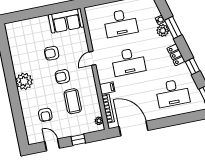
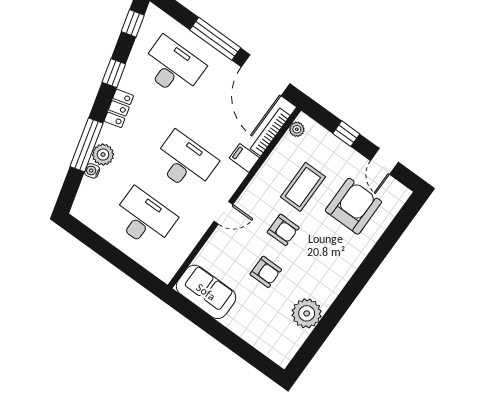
window: (173, 27) -> (87, 145), width x1.44
plant: (24, 81) -> (307, 313), moved
armchair: (45, 115) -> (353, 206), width x1.88, depth x1.88
window: (168, 122) -> (215, 39), added

